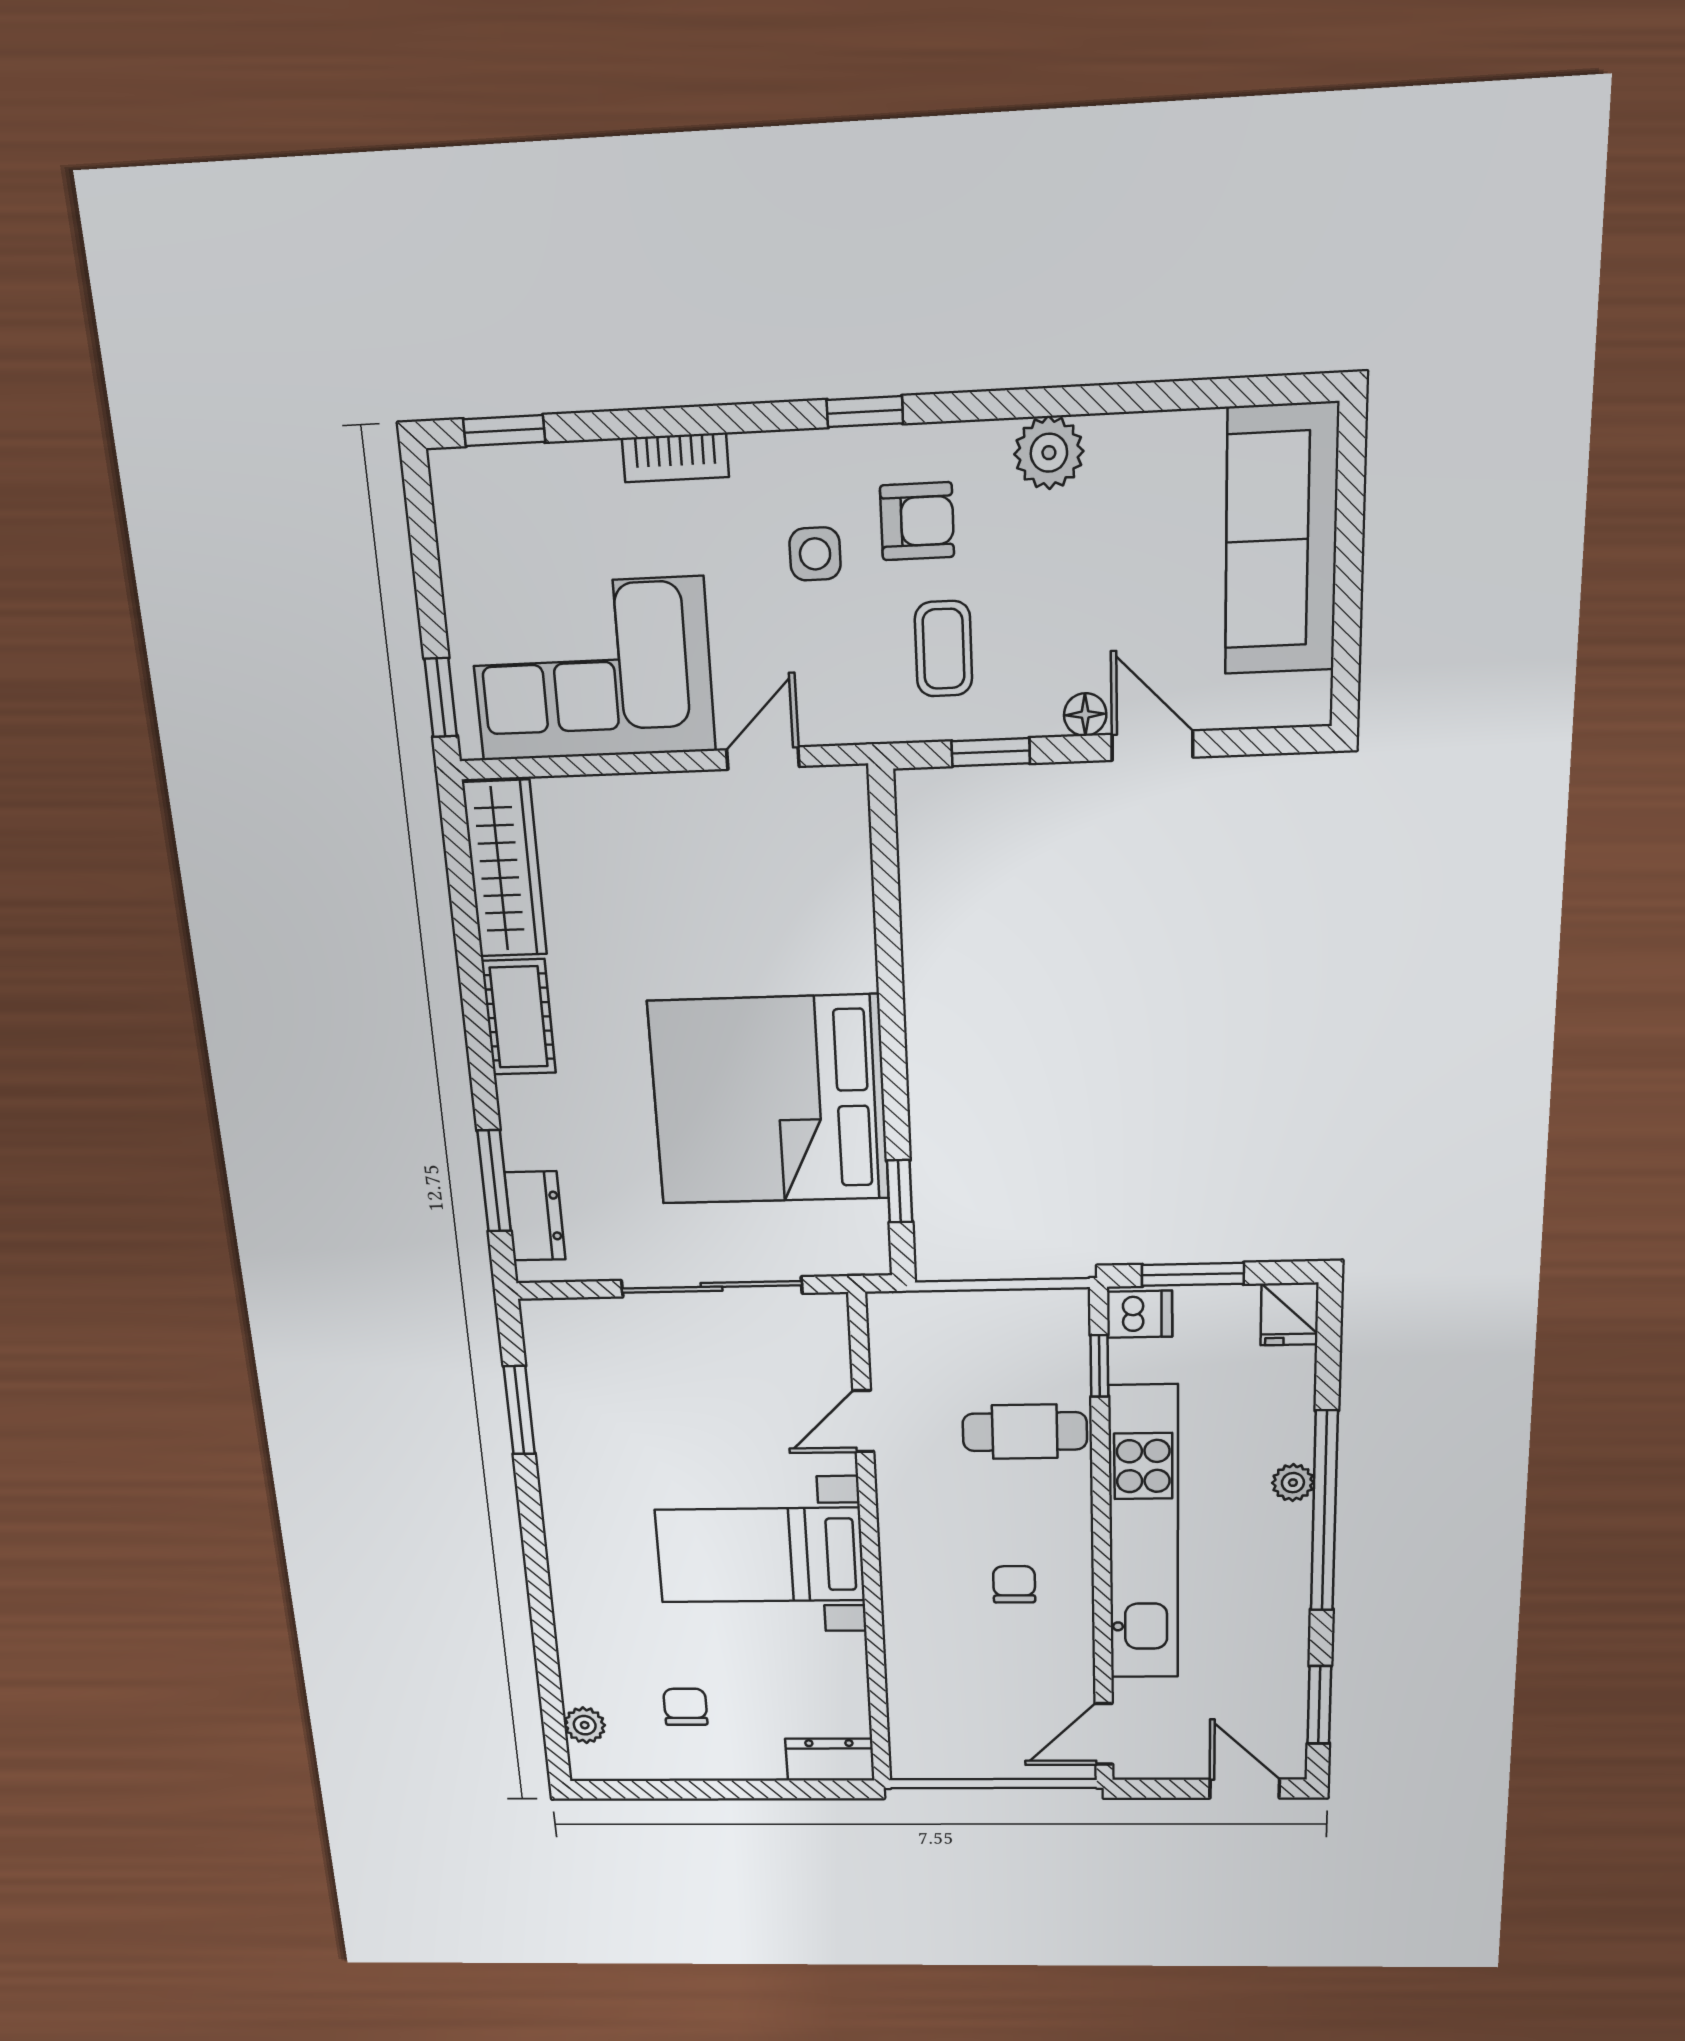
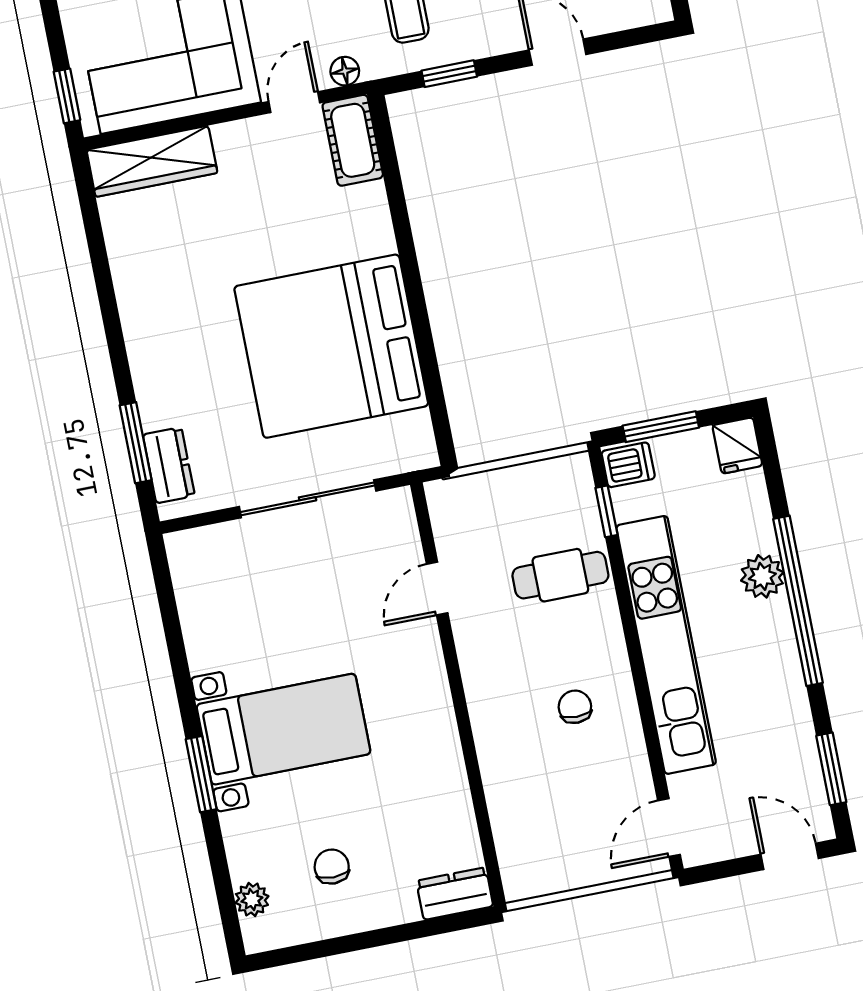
floor lamp: (1085, 715) -> (345, 71), moved
wardrobe: (505, 869) -> (152, 161), moved, turned 90
cot: (519, 1017) -> (353, 140), moved
window: (900, 1191) -> (436, 399), removed
window: (519, 1410) -> (201, 774), moved
plant: (1293, 1483) -> (762, 576), width x1.38, depth x1.38
bed with nightstands: (760, 1555) -> (283, 729), moved, turned 180

